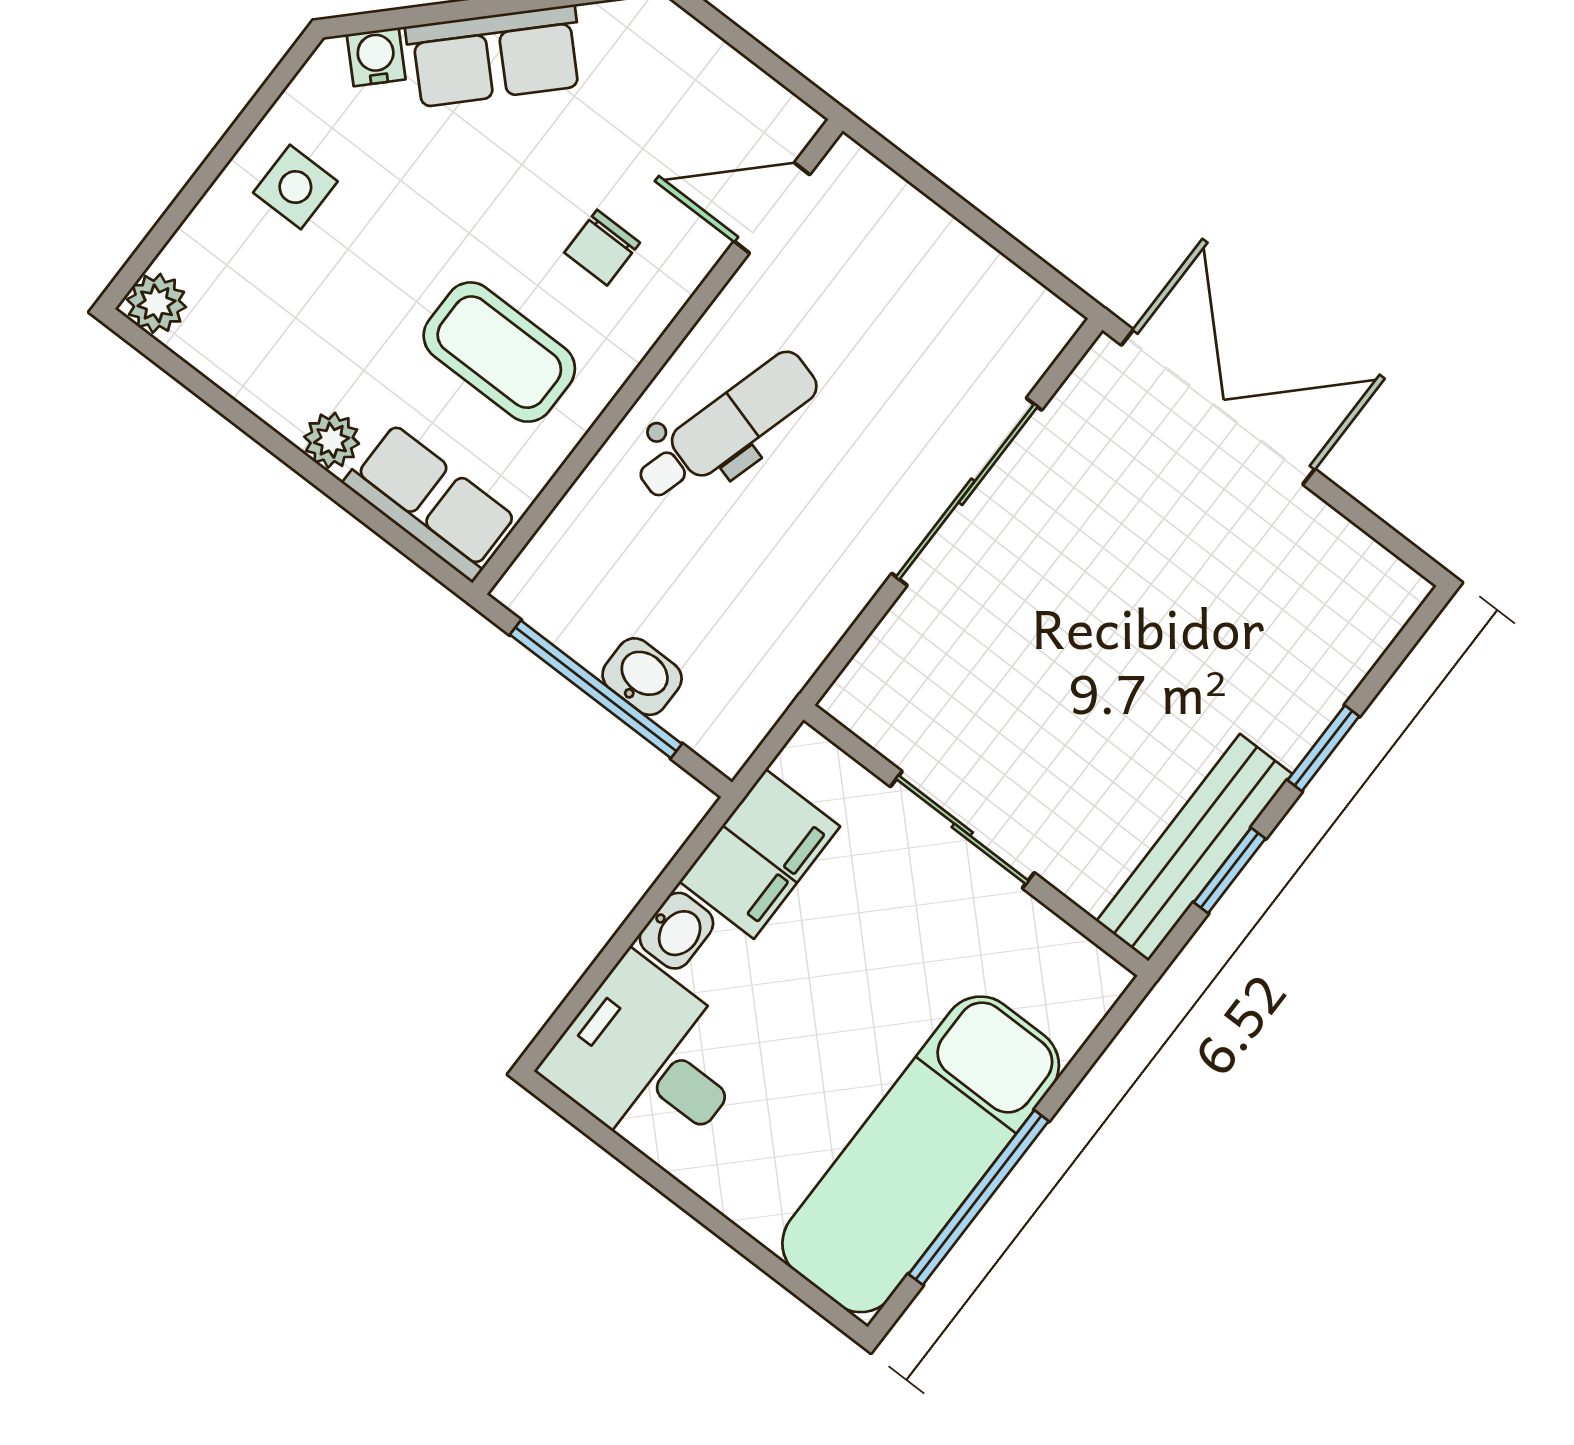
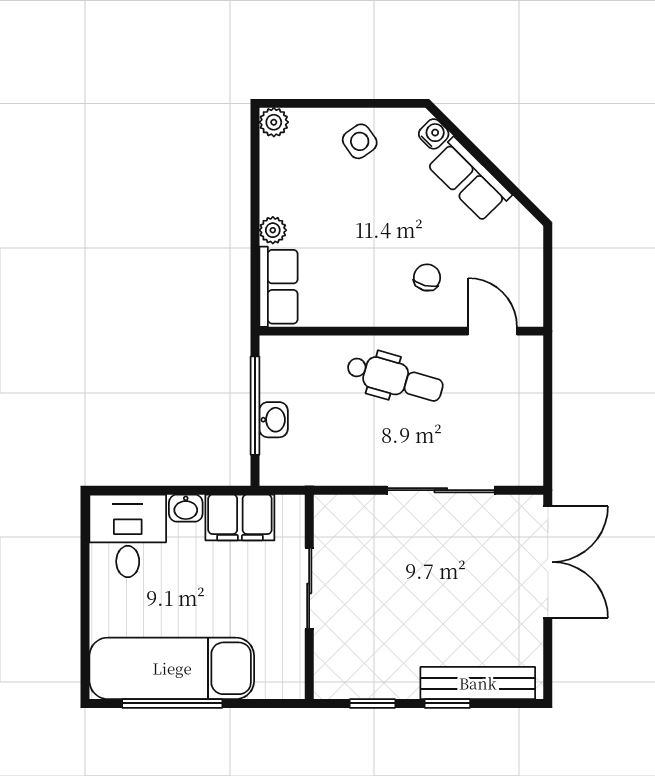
side table: (295, 187) -> (360, 141), turned -35
chair: (602, 248) -> (427, 277), turned 104
coffee table: (499, 352) -> (356, 269), removed
bench: (1194, 848) -> (478, 683), moved

